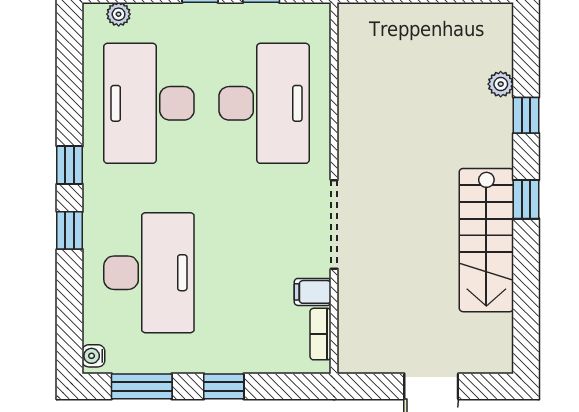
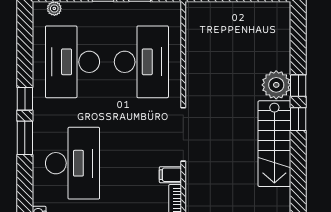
plant: (501, 84) -> (276, 85), moved, width x1.87, depth x1.87
window: (526, 115) -> (298, 86), moved
window: (70, 230) -> (25, 138), width x1.50

